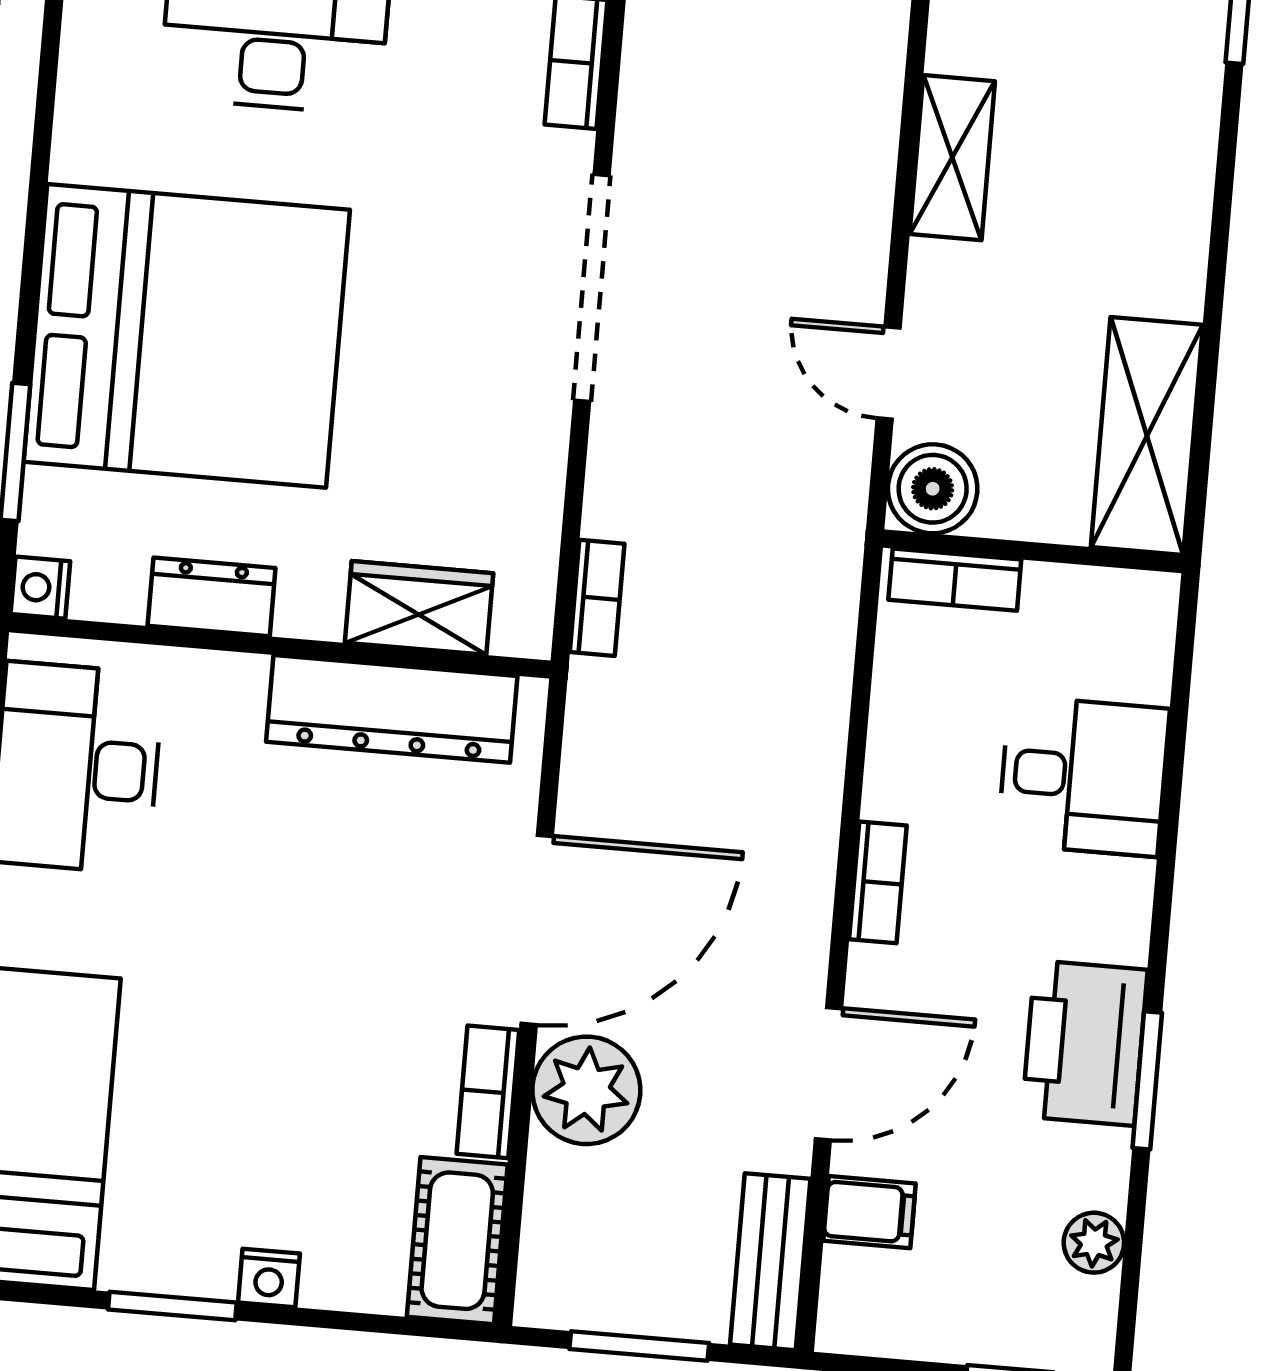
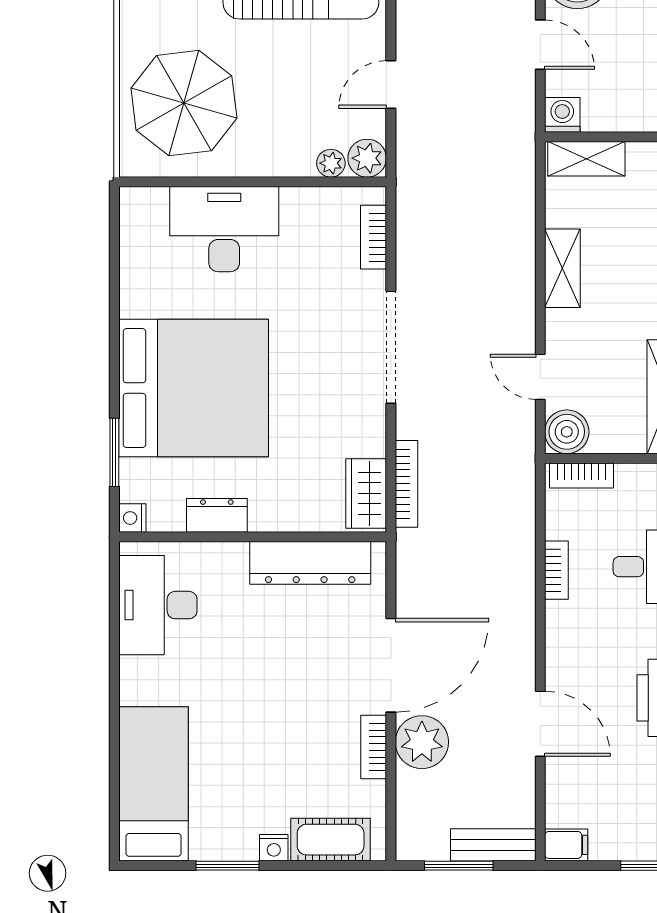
bookcase: (597, 598) -> (406, 484), width x1.56
wardrobe: (419, 608) -> (366, 493), moved, turned -90
bookcase: (878, 882) -> (556, 570), moved
door: (829, 1074) -> (540, 724), hinge flipped
filing cabinet: (869, 1212) -> (566, 845), moved
cot: (457, 1241) -> (331, 840), moved, turned 90
bench: (770, 1262) -> (493, 845), moved, turned 90

